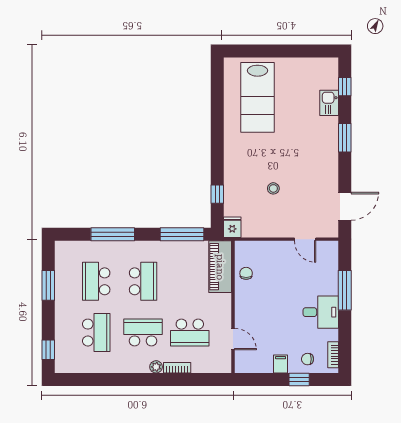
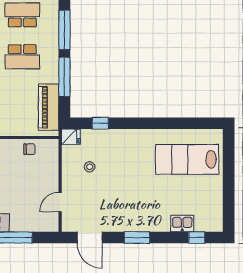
window: (345, 138) -> (137, 238), moved
stool: (273, 188) -> (90, 167), moved
window: (182, 234) -> (64, 77), moved
piano: (220, 267) -> (49, 107), moved, turned -90

